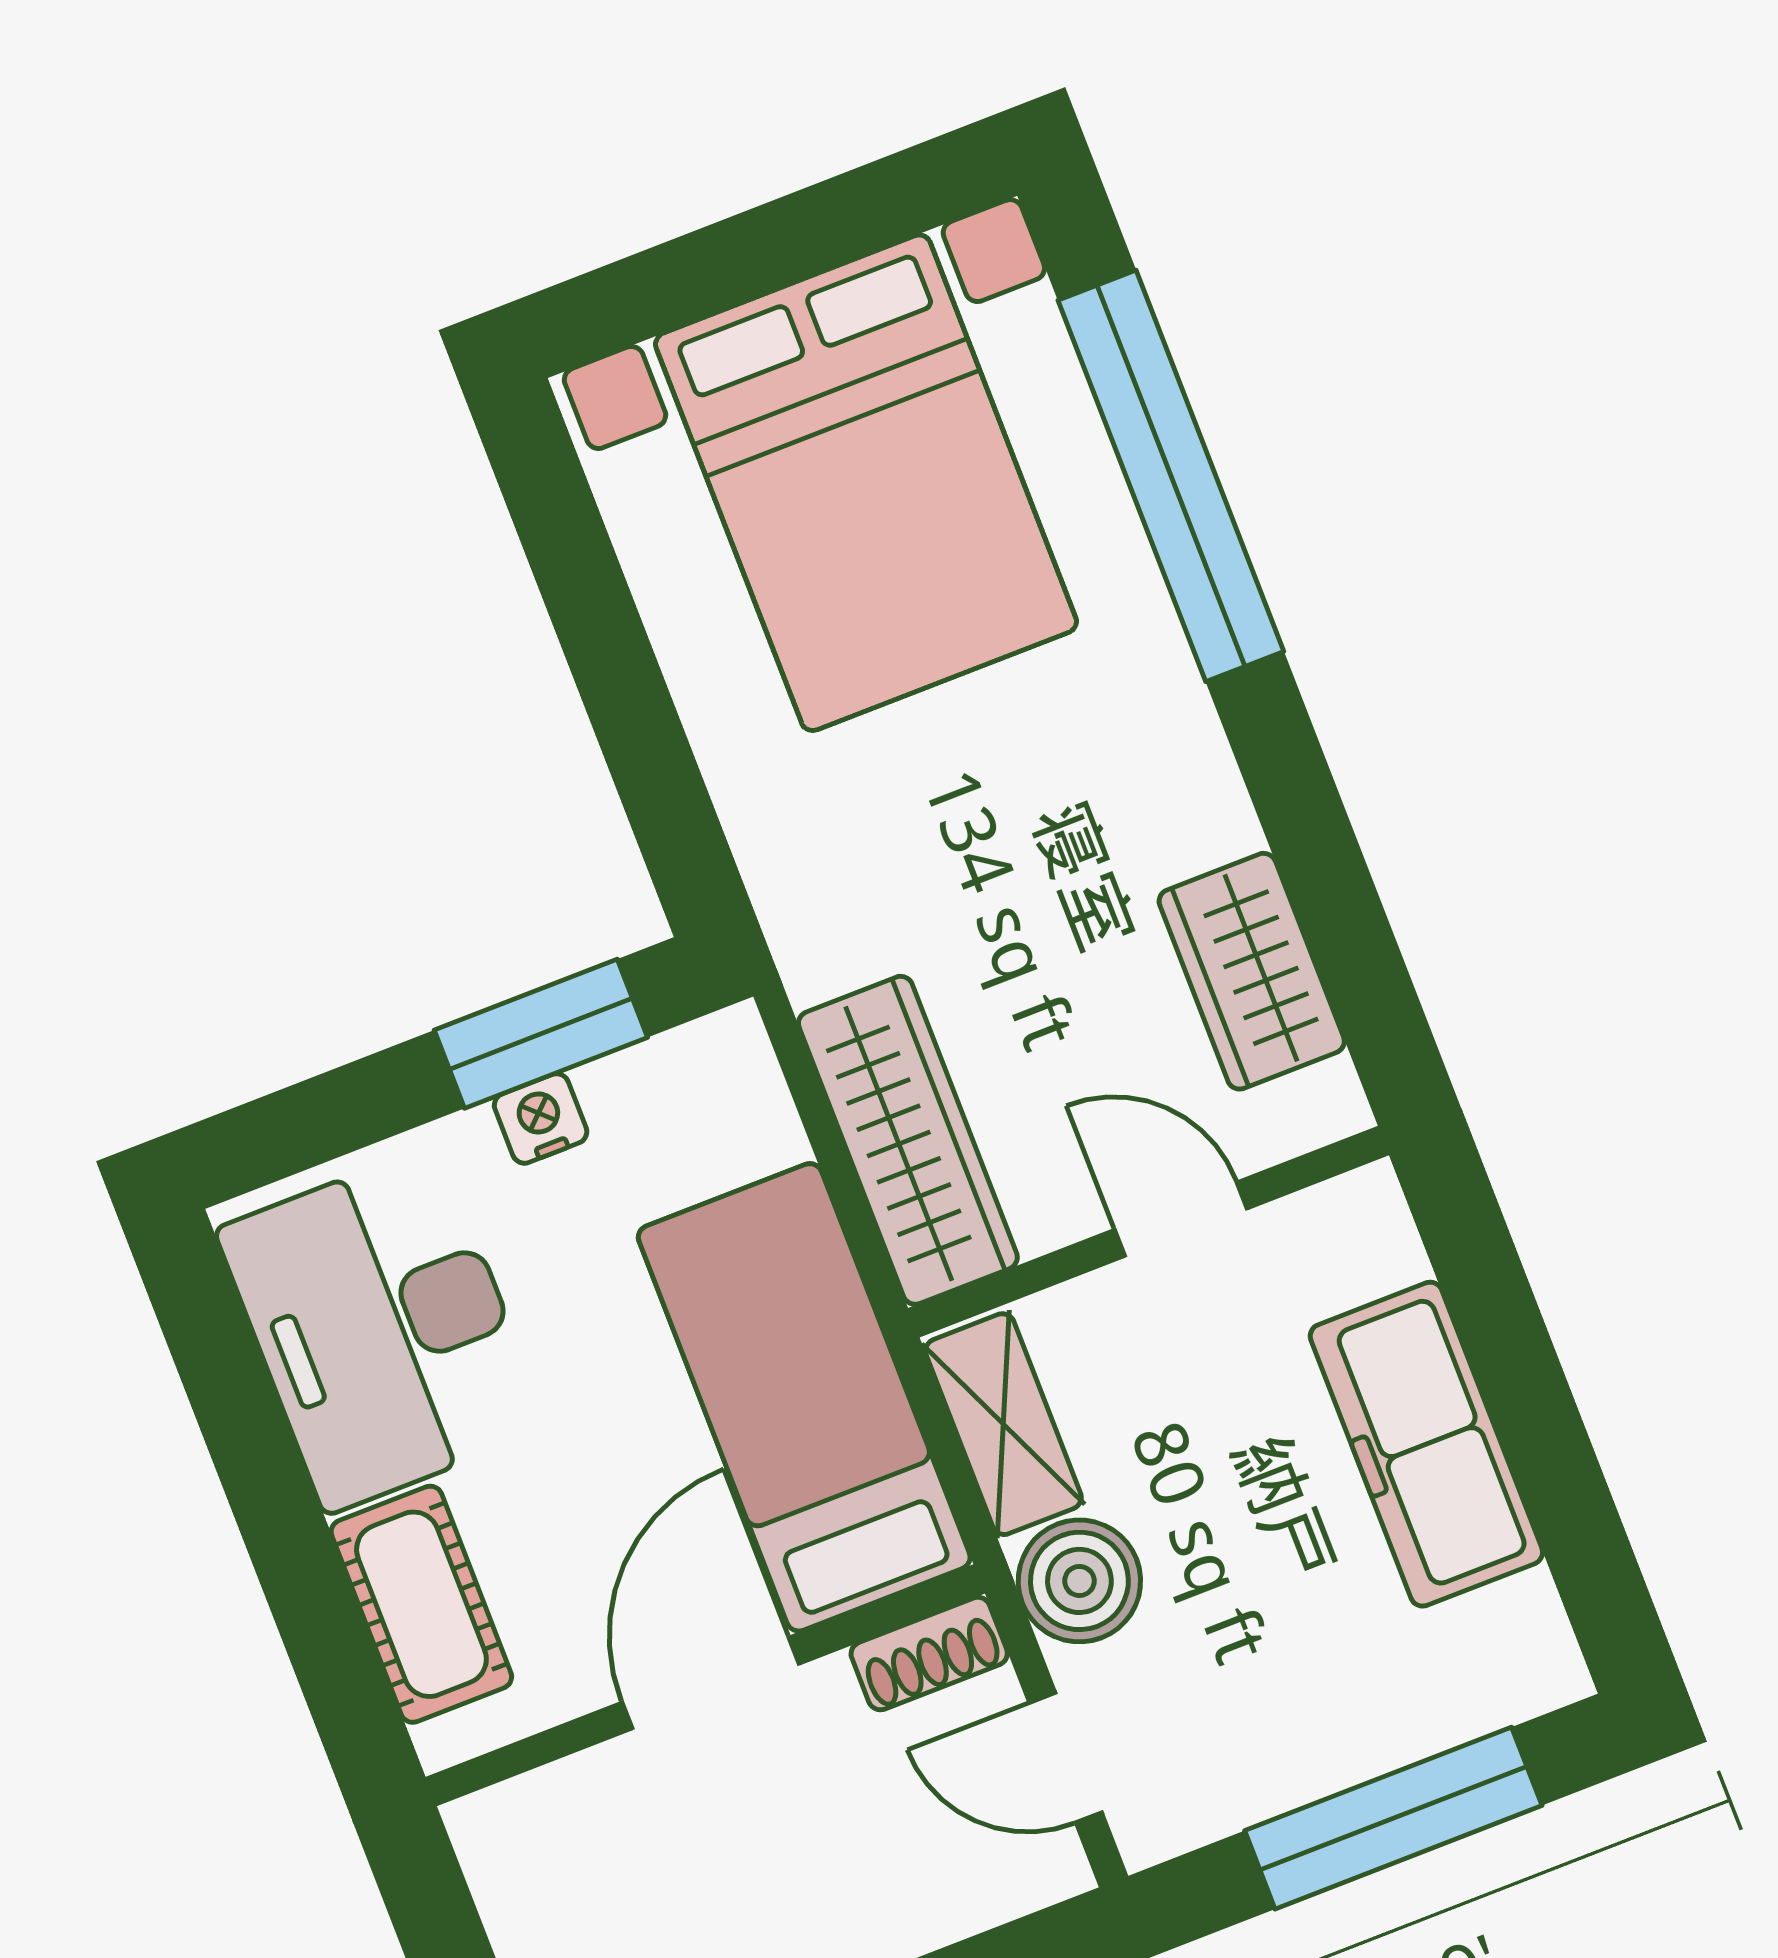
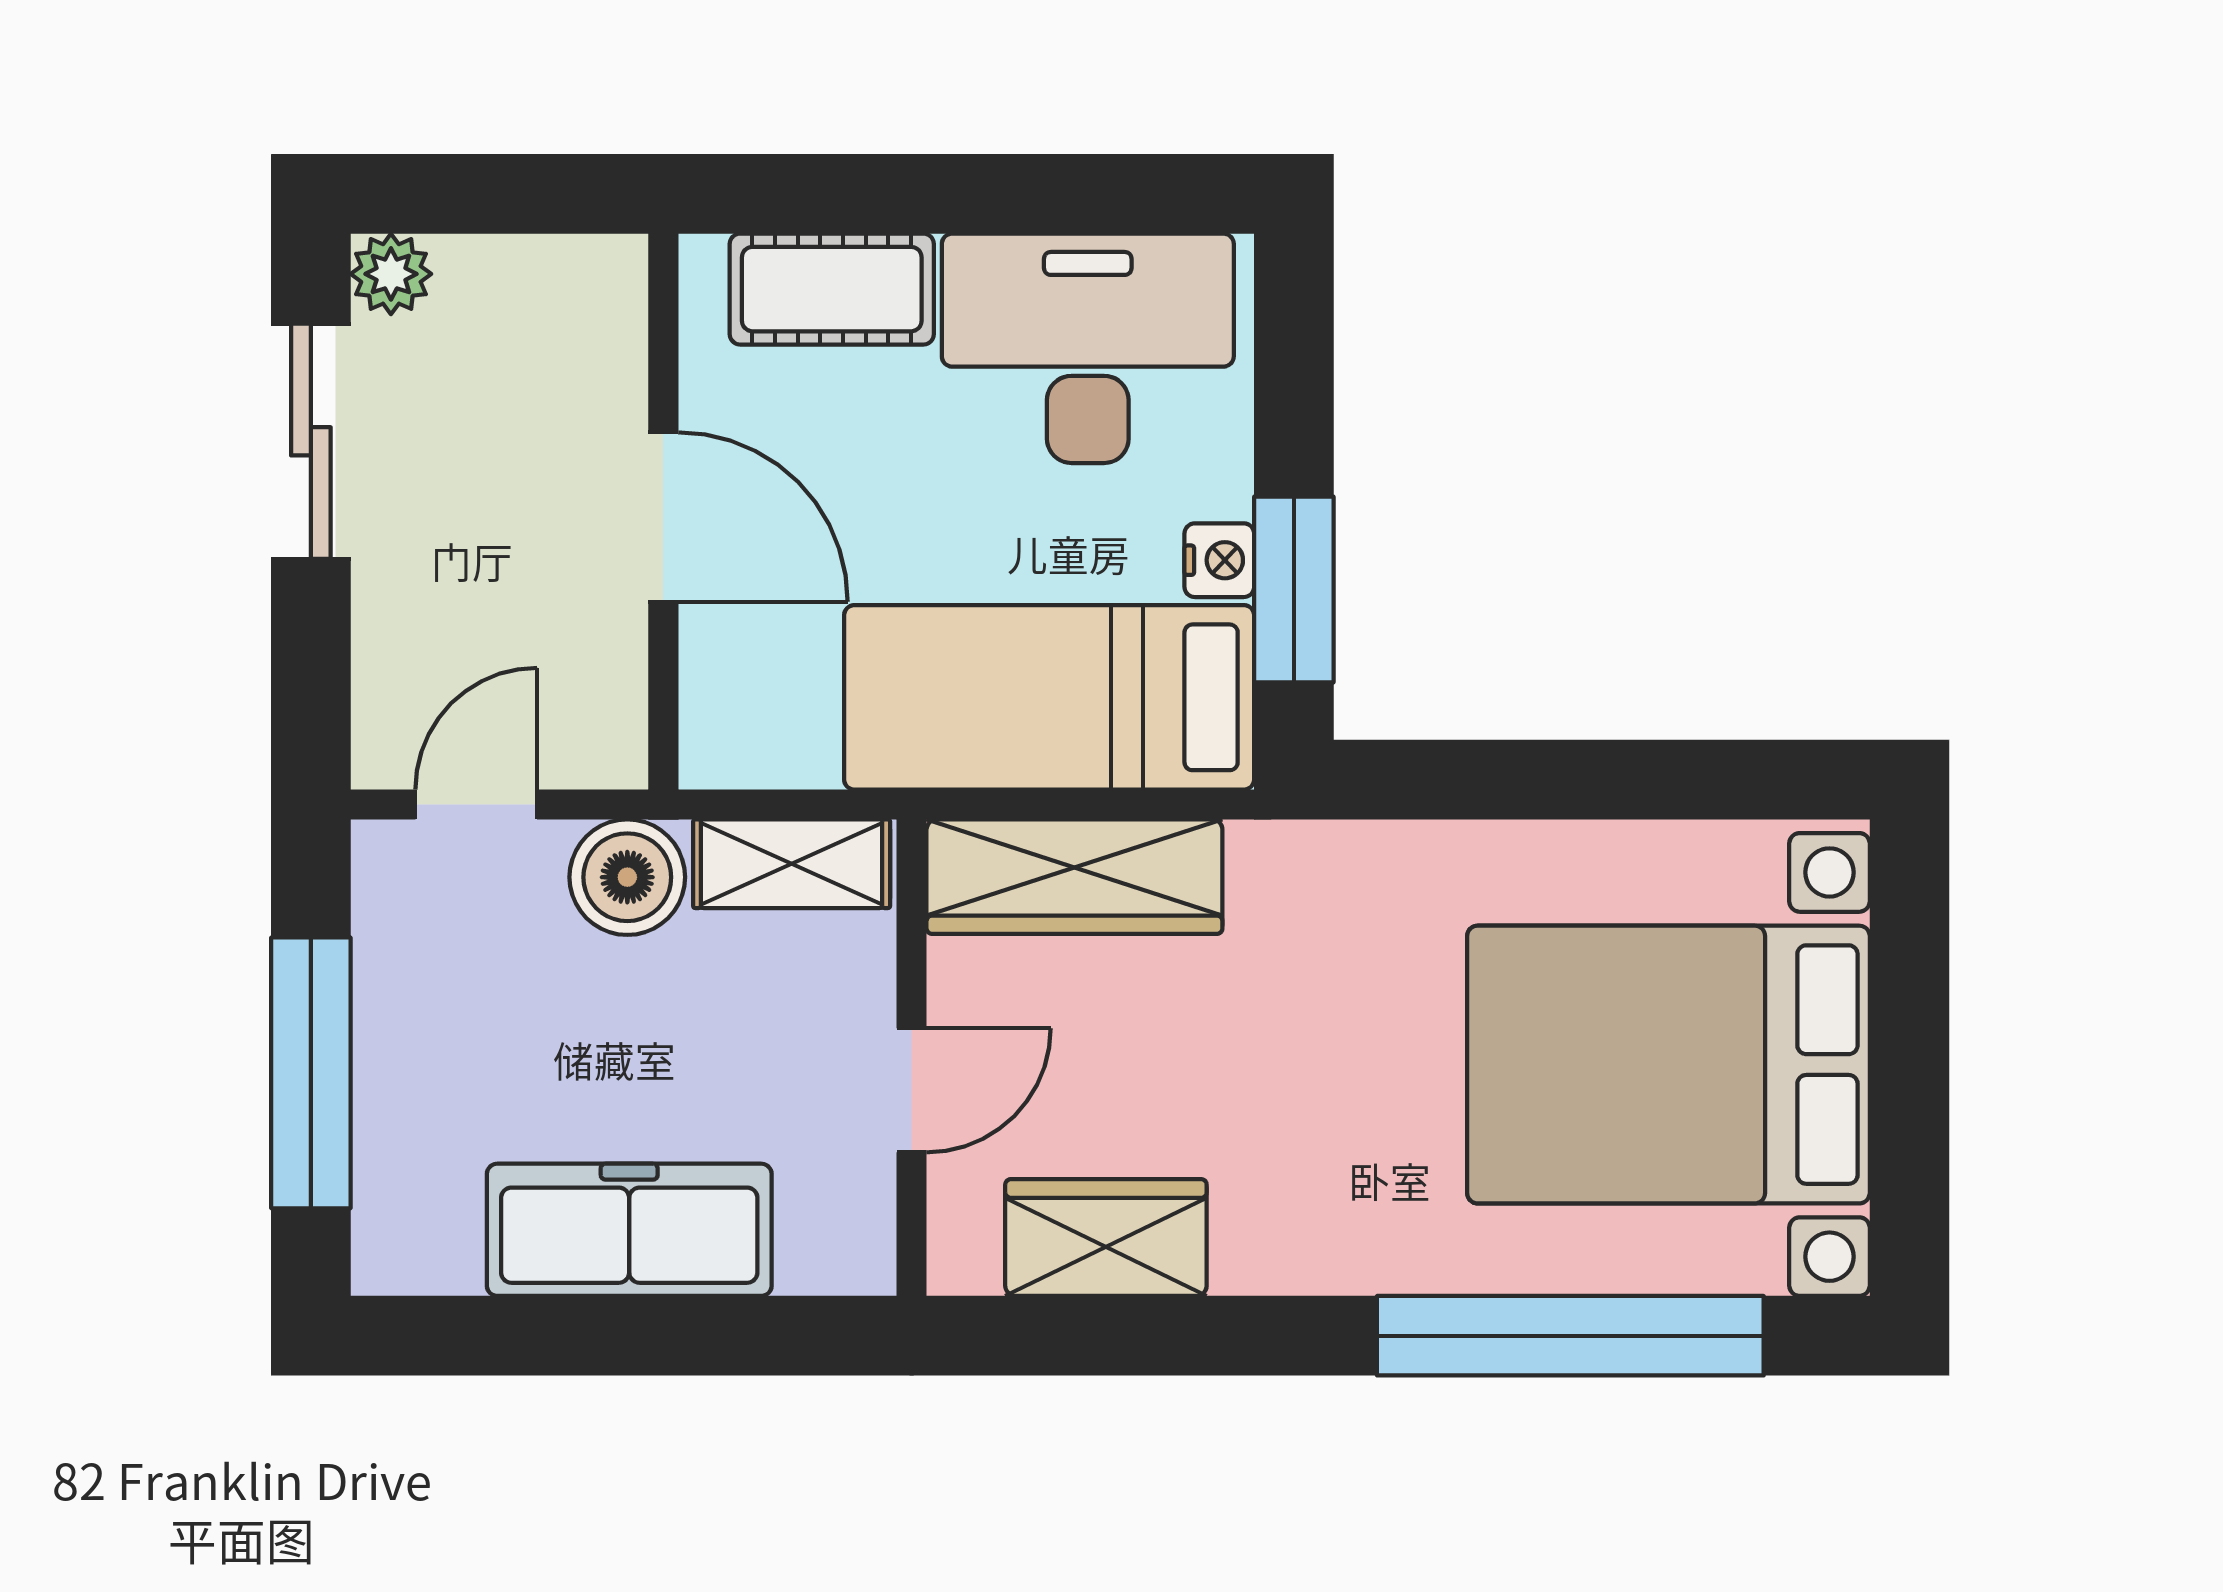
bed: (804, 1397) -> (1049, 697), moved, turned 180
shoe rack: (929, 1654) -> (615, 720), removed

